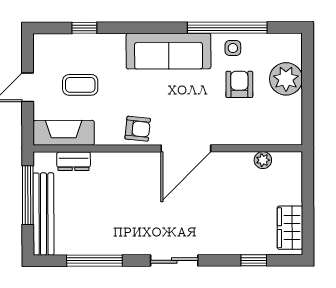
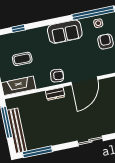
sofa: (169, 51) -> (65, 32), width x0.73
dresser: (74, 161) -> (55, 94), moved
window: (94, 261) -> (37, 152), moved

